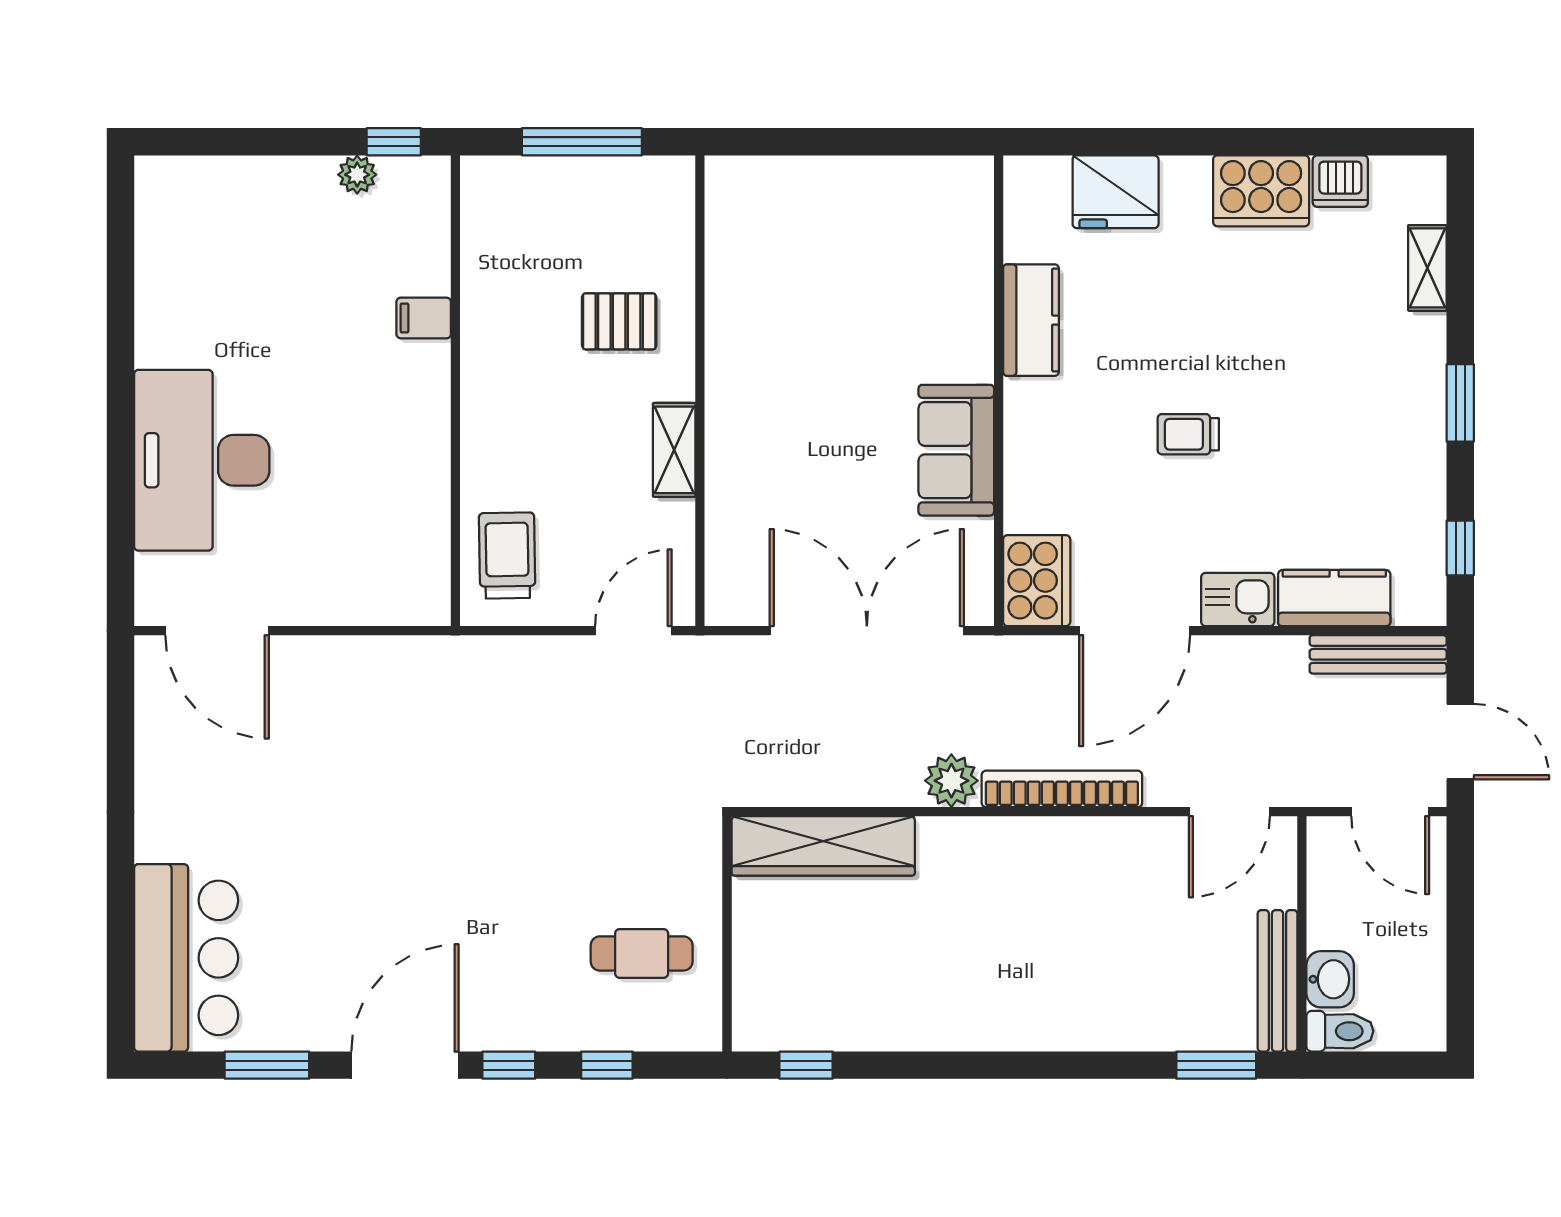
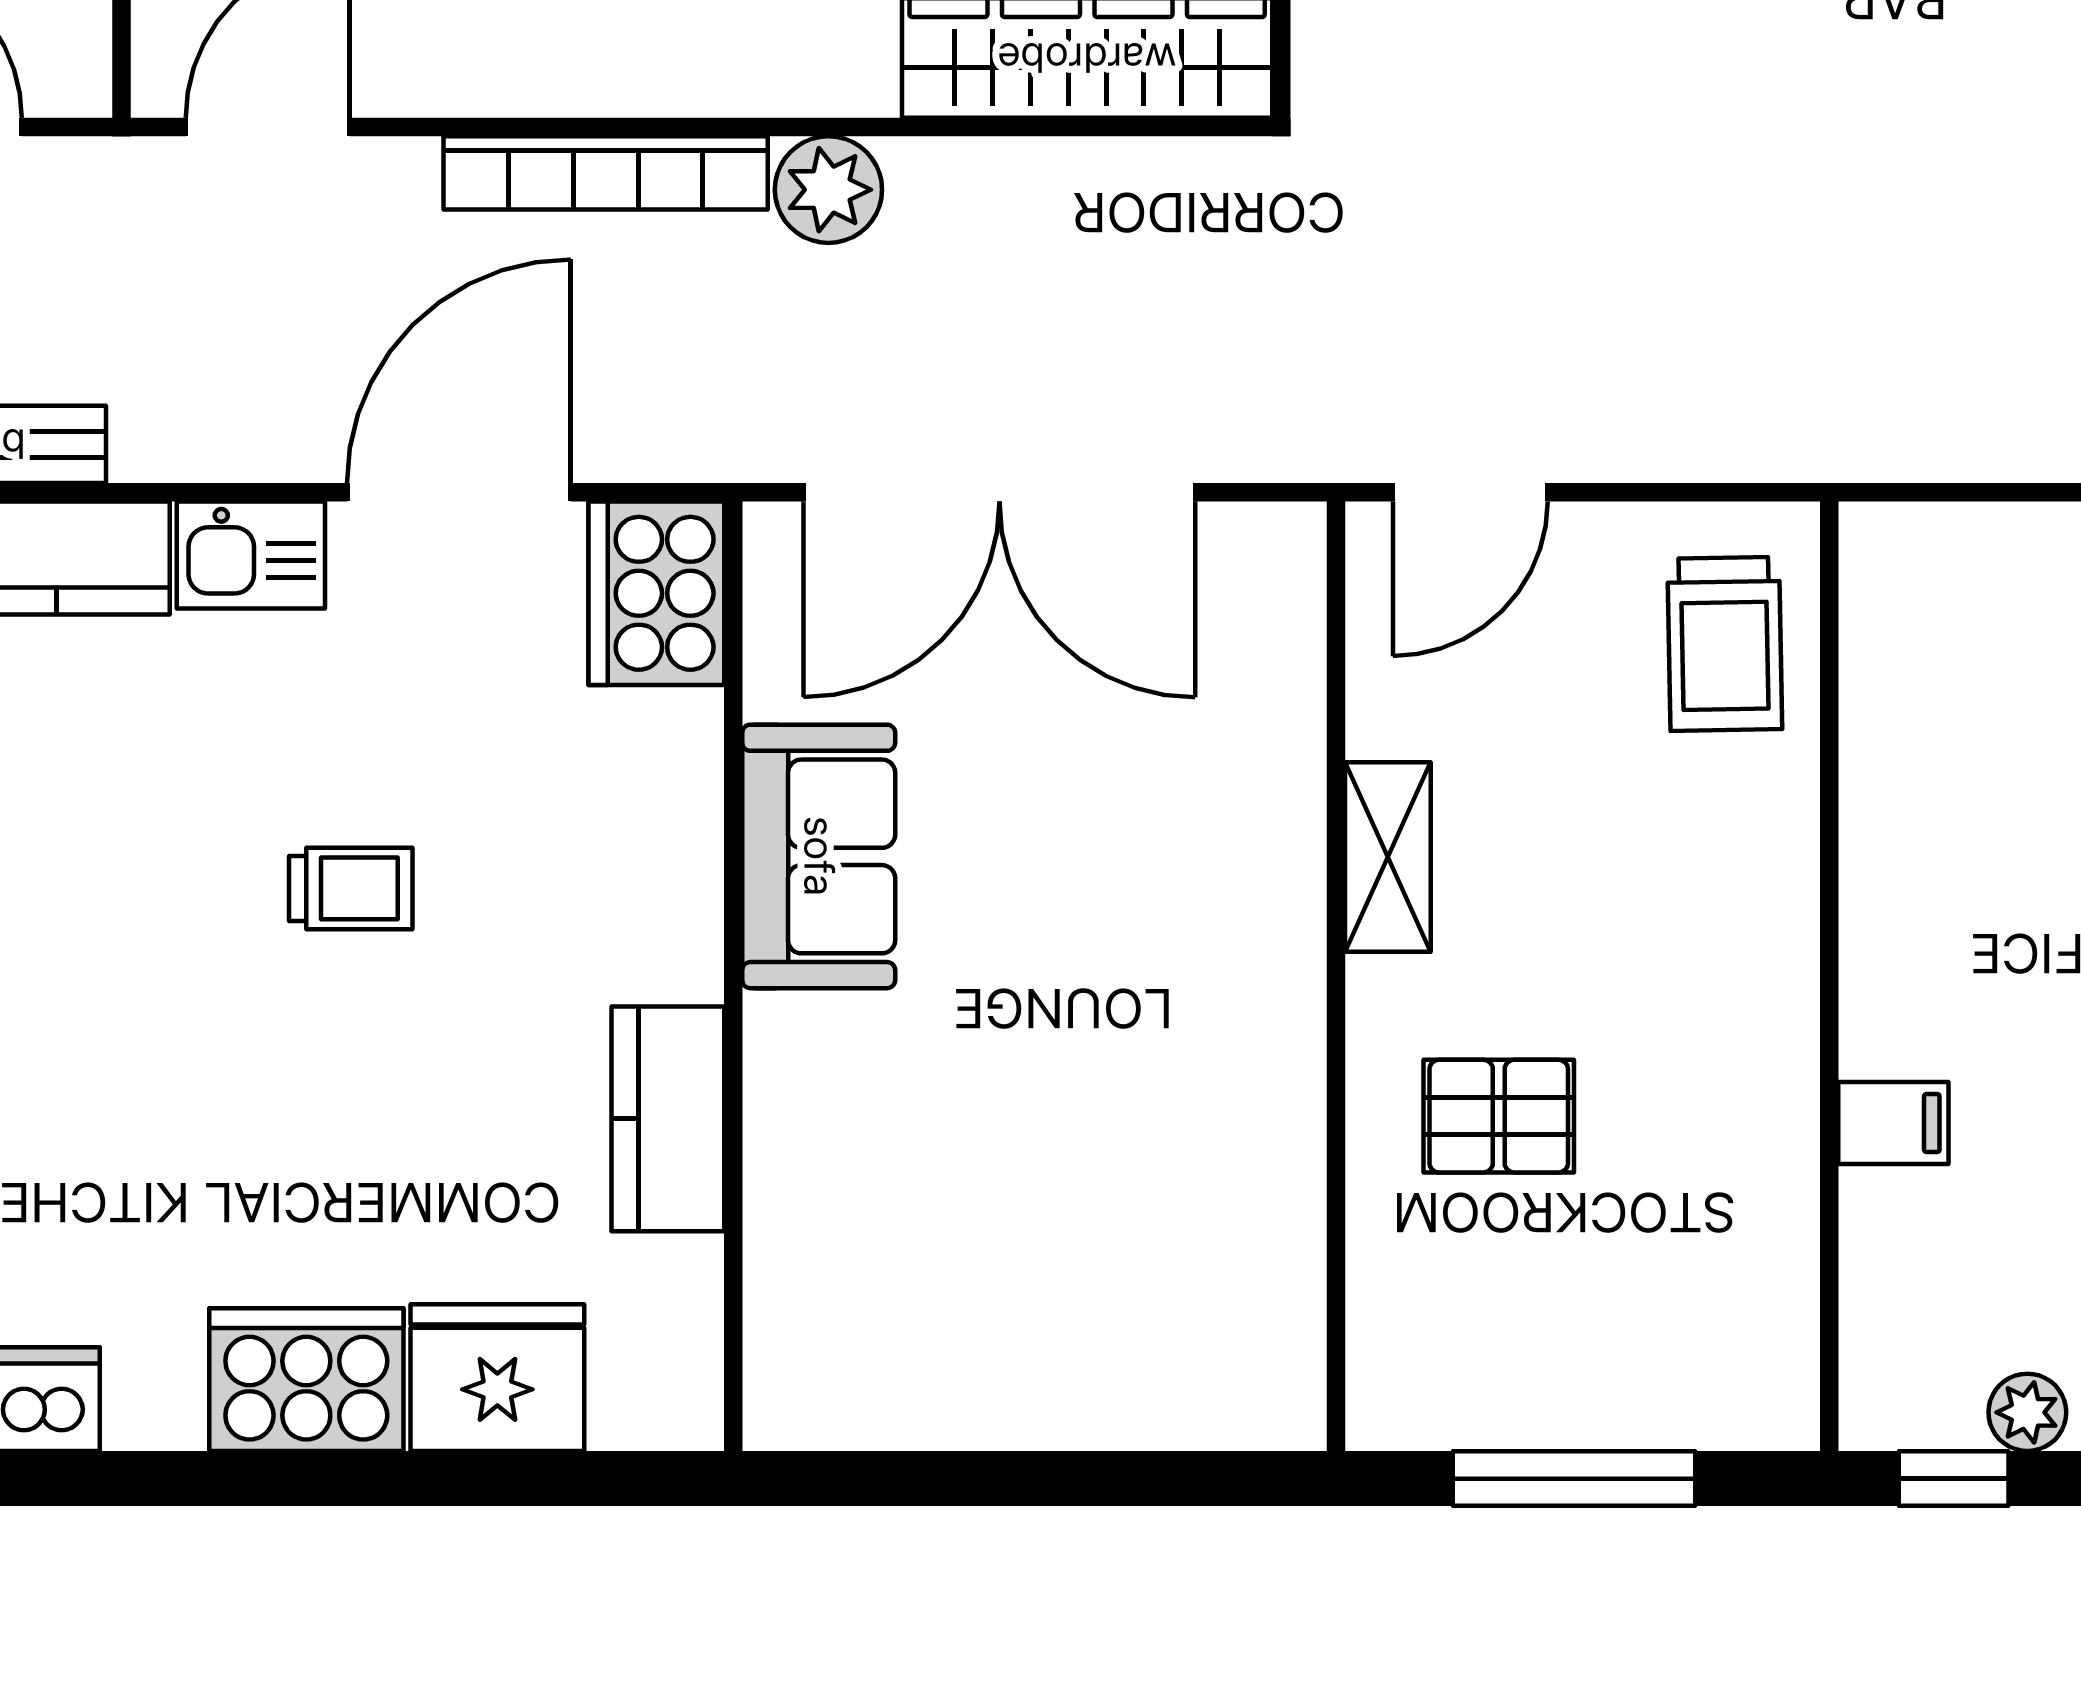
cooker: (1261, 191) -> (306, 1380), moved

